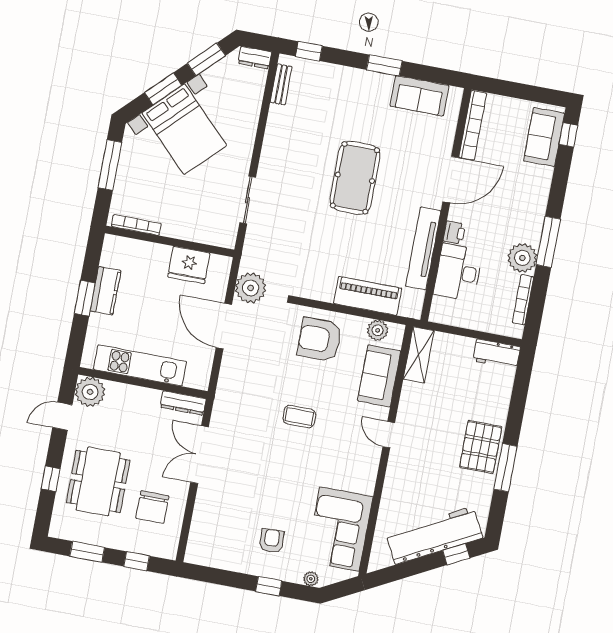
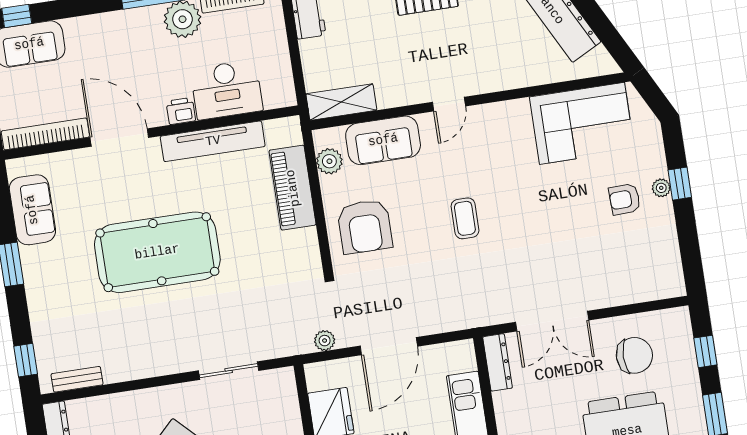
pool table: (355, 178) -> (157, 252), width x1.36, depth x1.32
plant: (251, 288) -> (325, 341), width x0.53, depth x0.53
plant: (311, 579) -> (661, 188), moved

